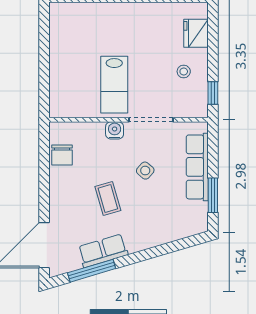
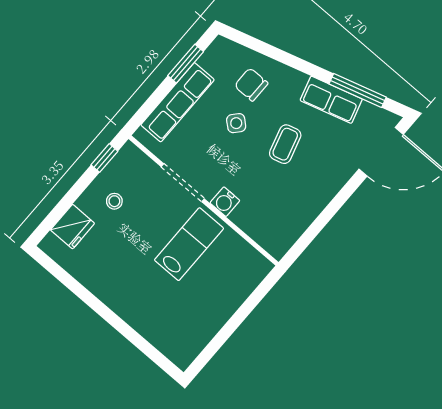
chair: (62, 155) -> (251, 85), moved, turned -90
side table: (145, 171) -> (236, 123), moved

